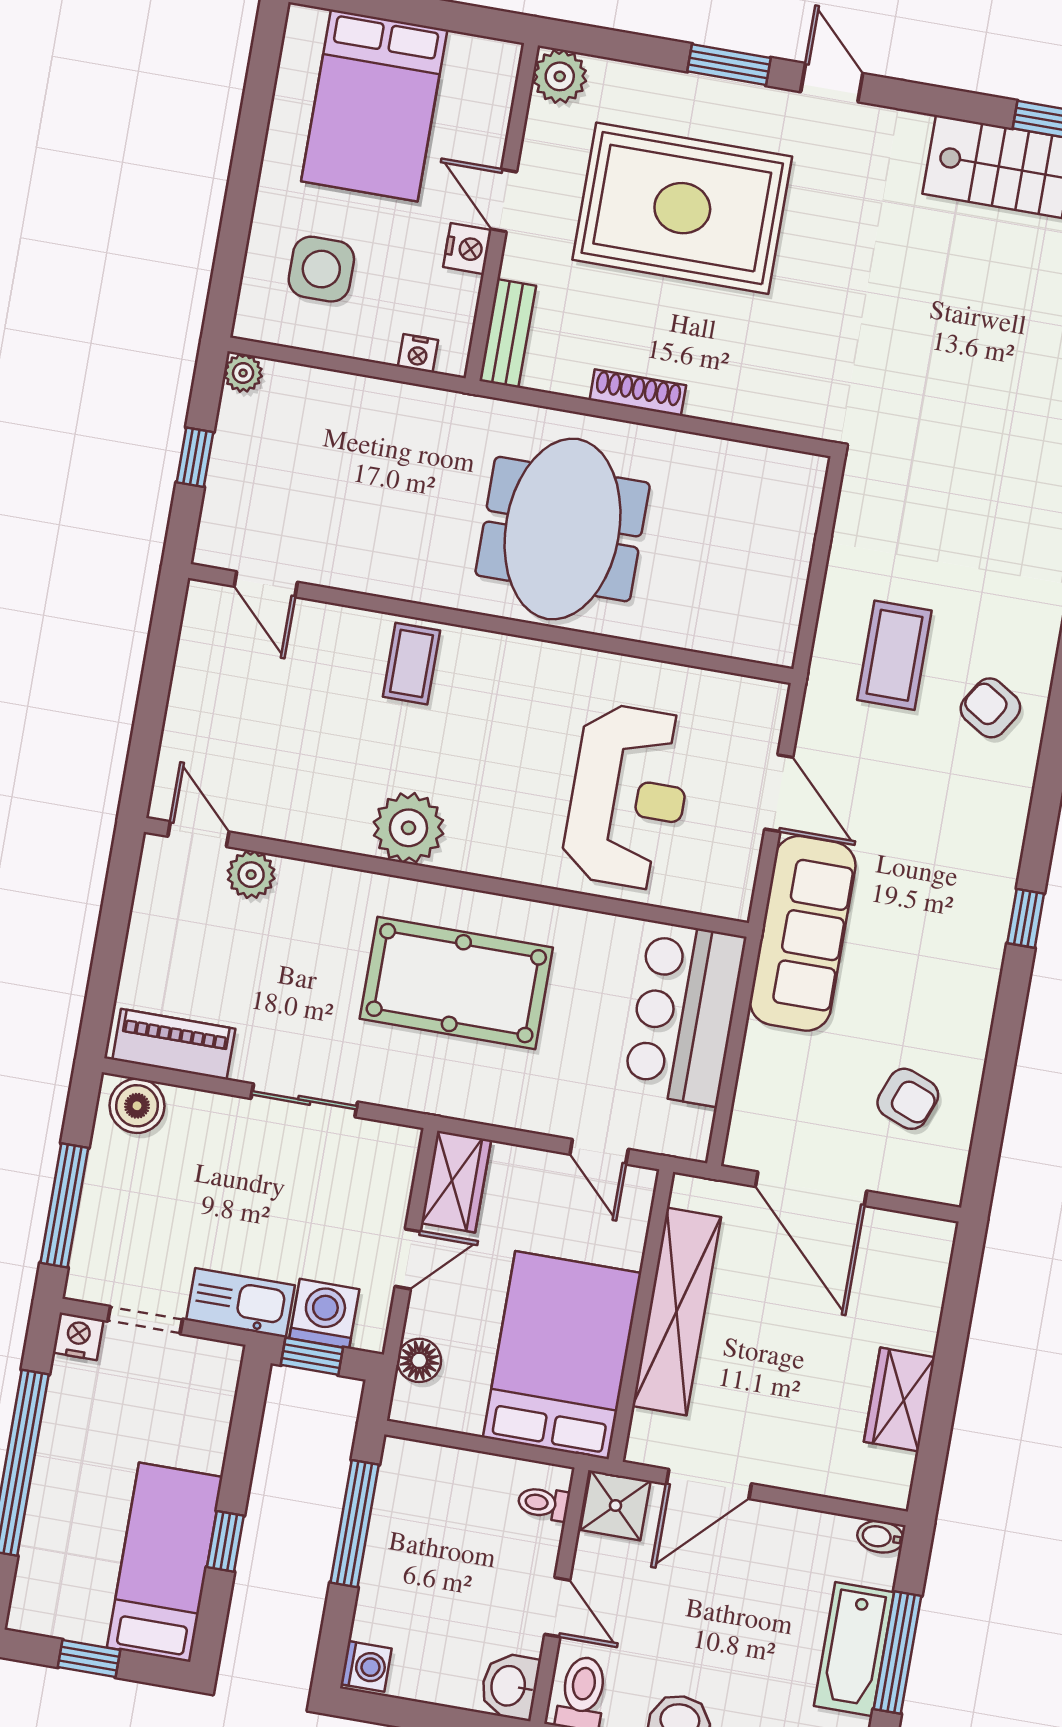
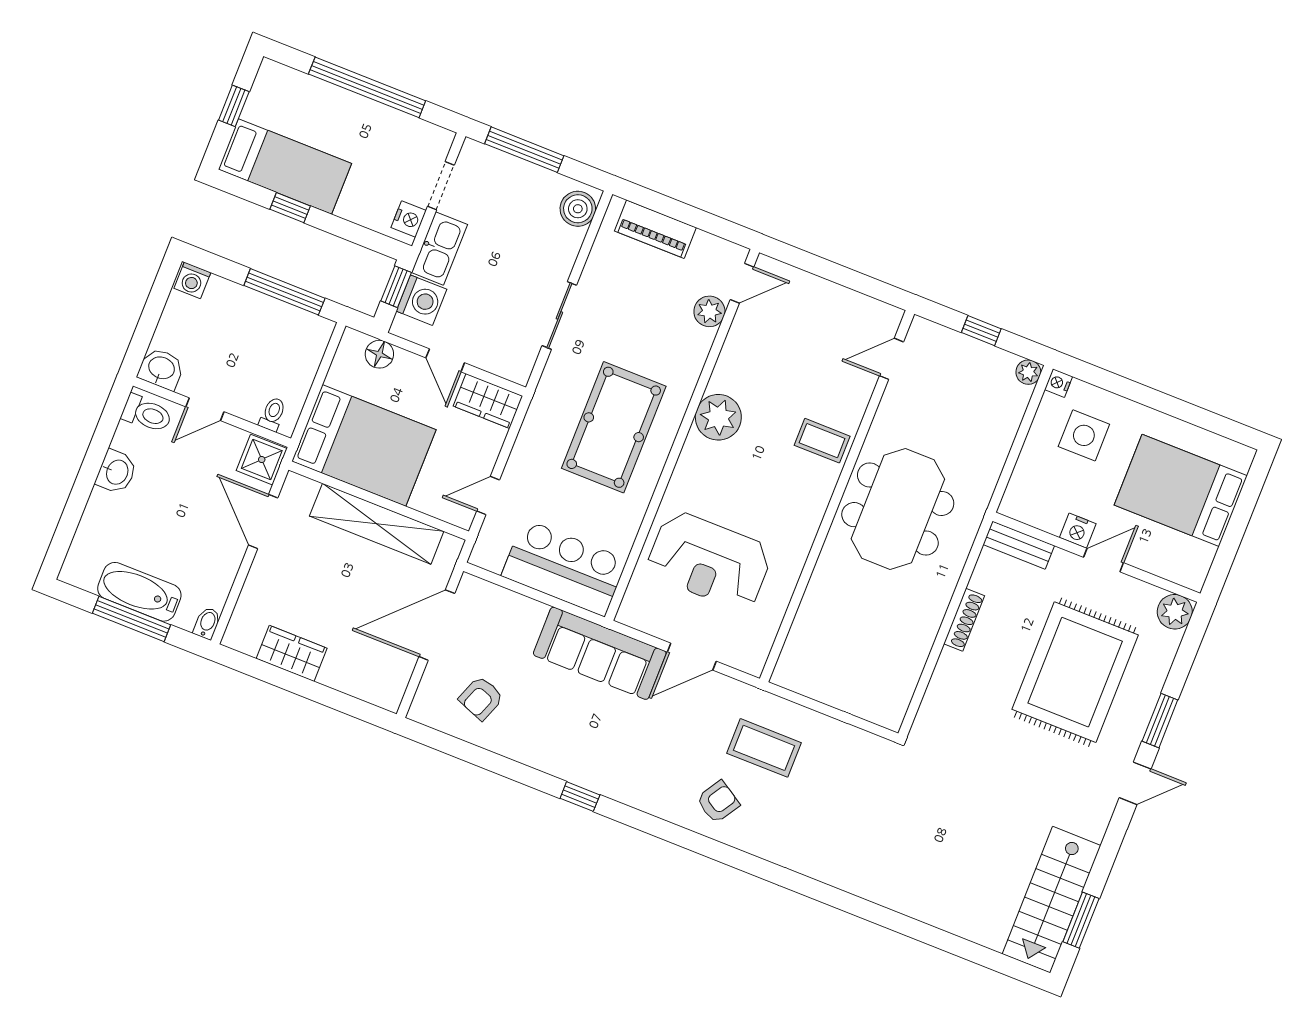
nightstand: (418, 353) -> (1058, 383), moved
meeting table: (563, 529) -> (898, 509), moved, turned 90
piano: (174, 1044) -> (655, 229), moved, turned 90
nightstand: (78, 1336) -> (409, 219), moved

